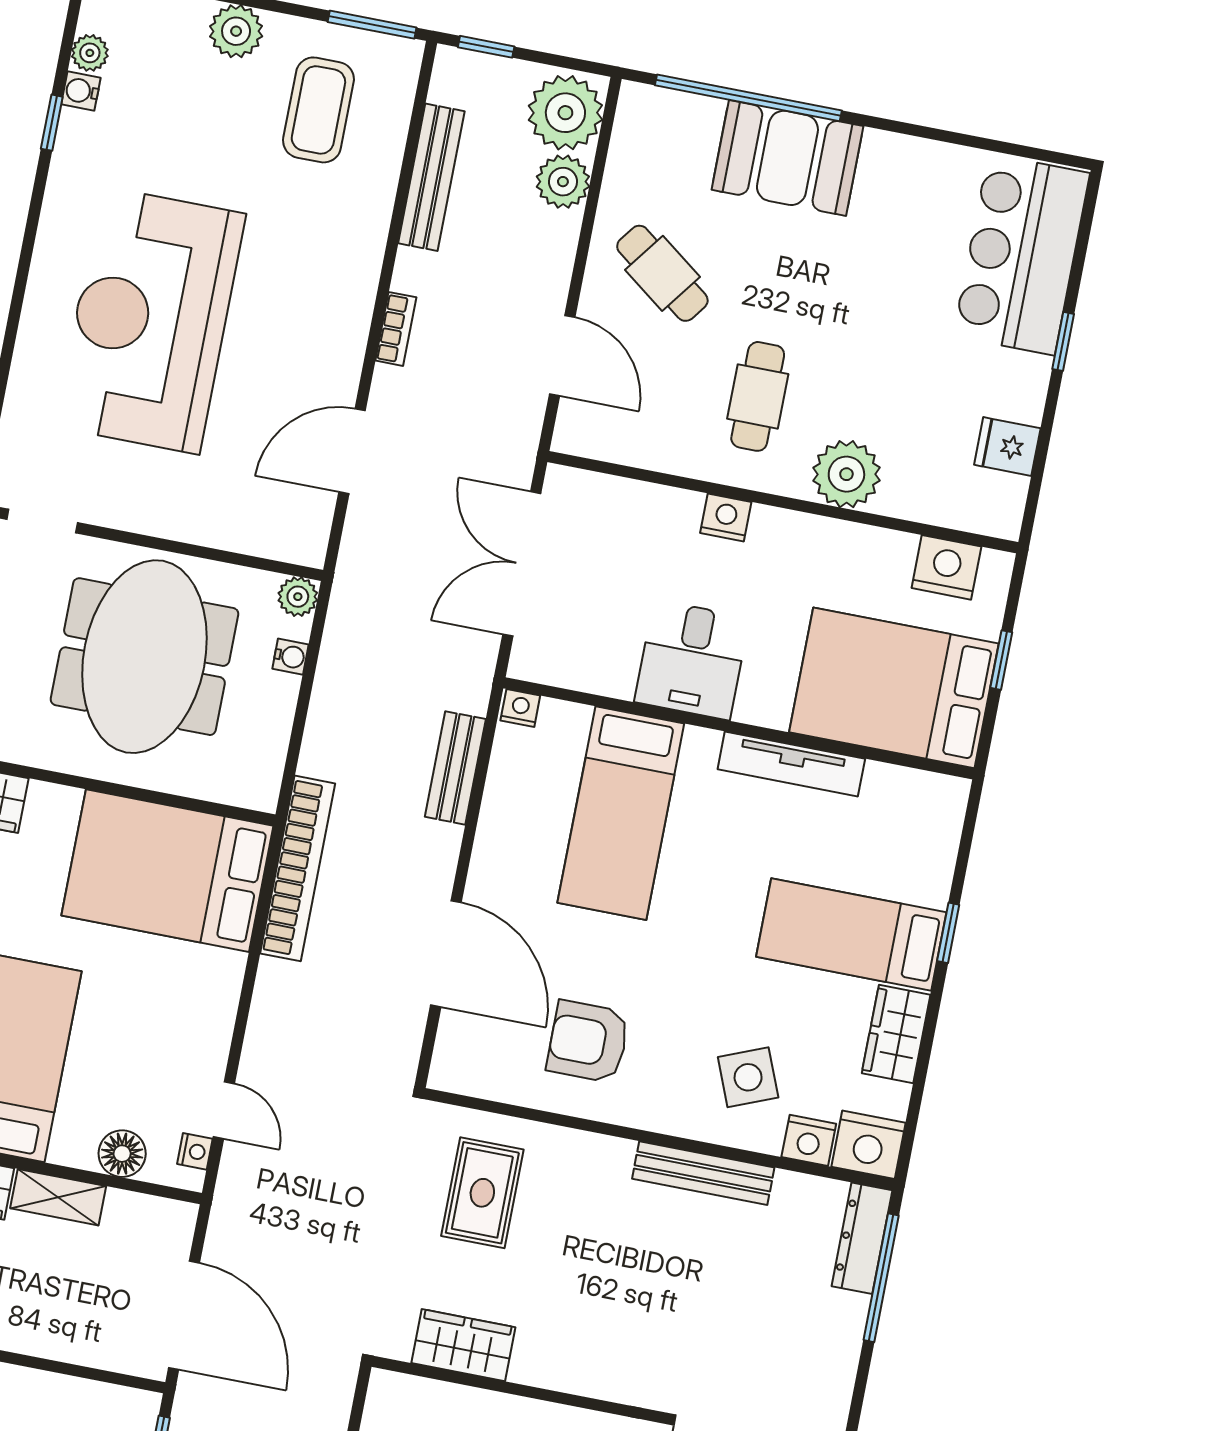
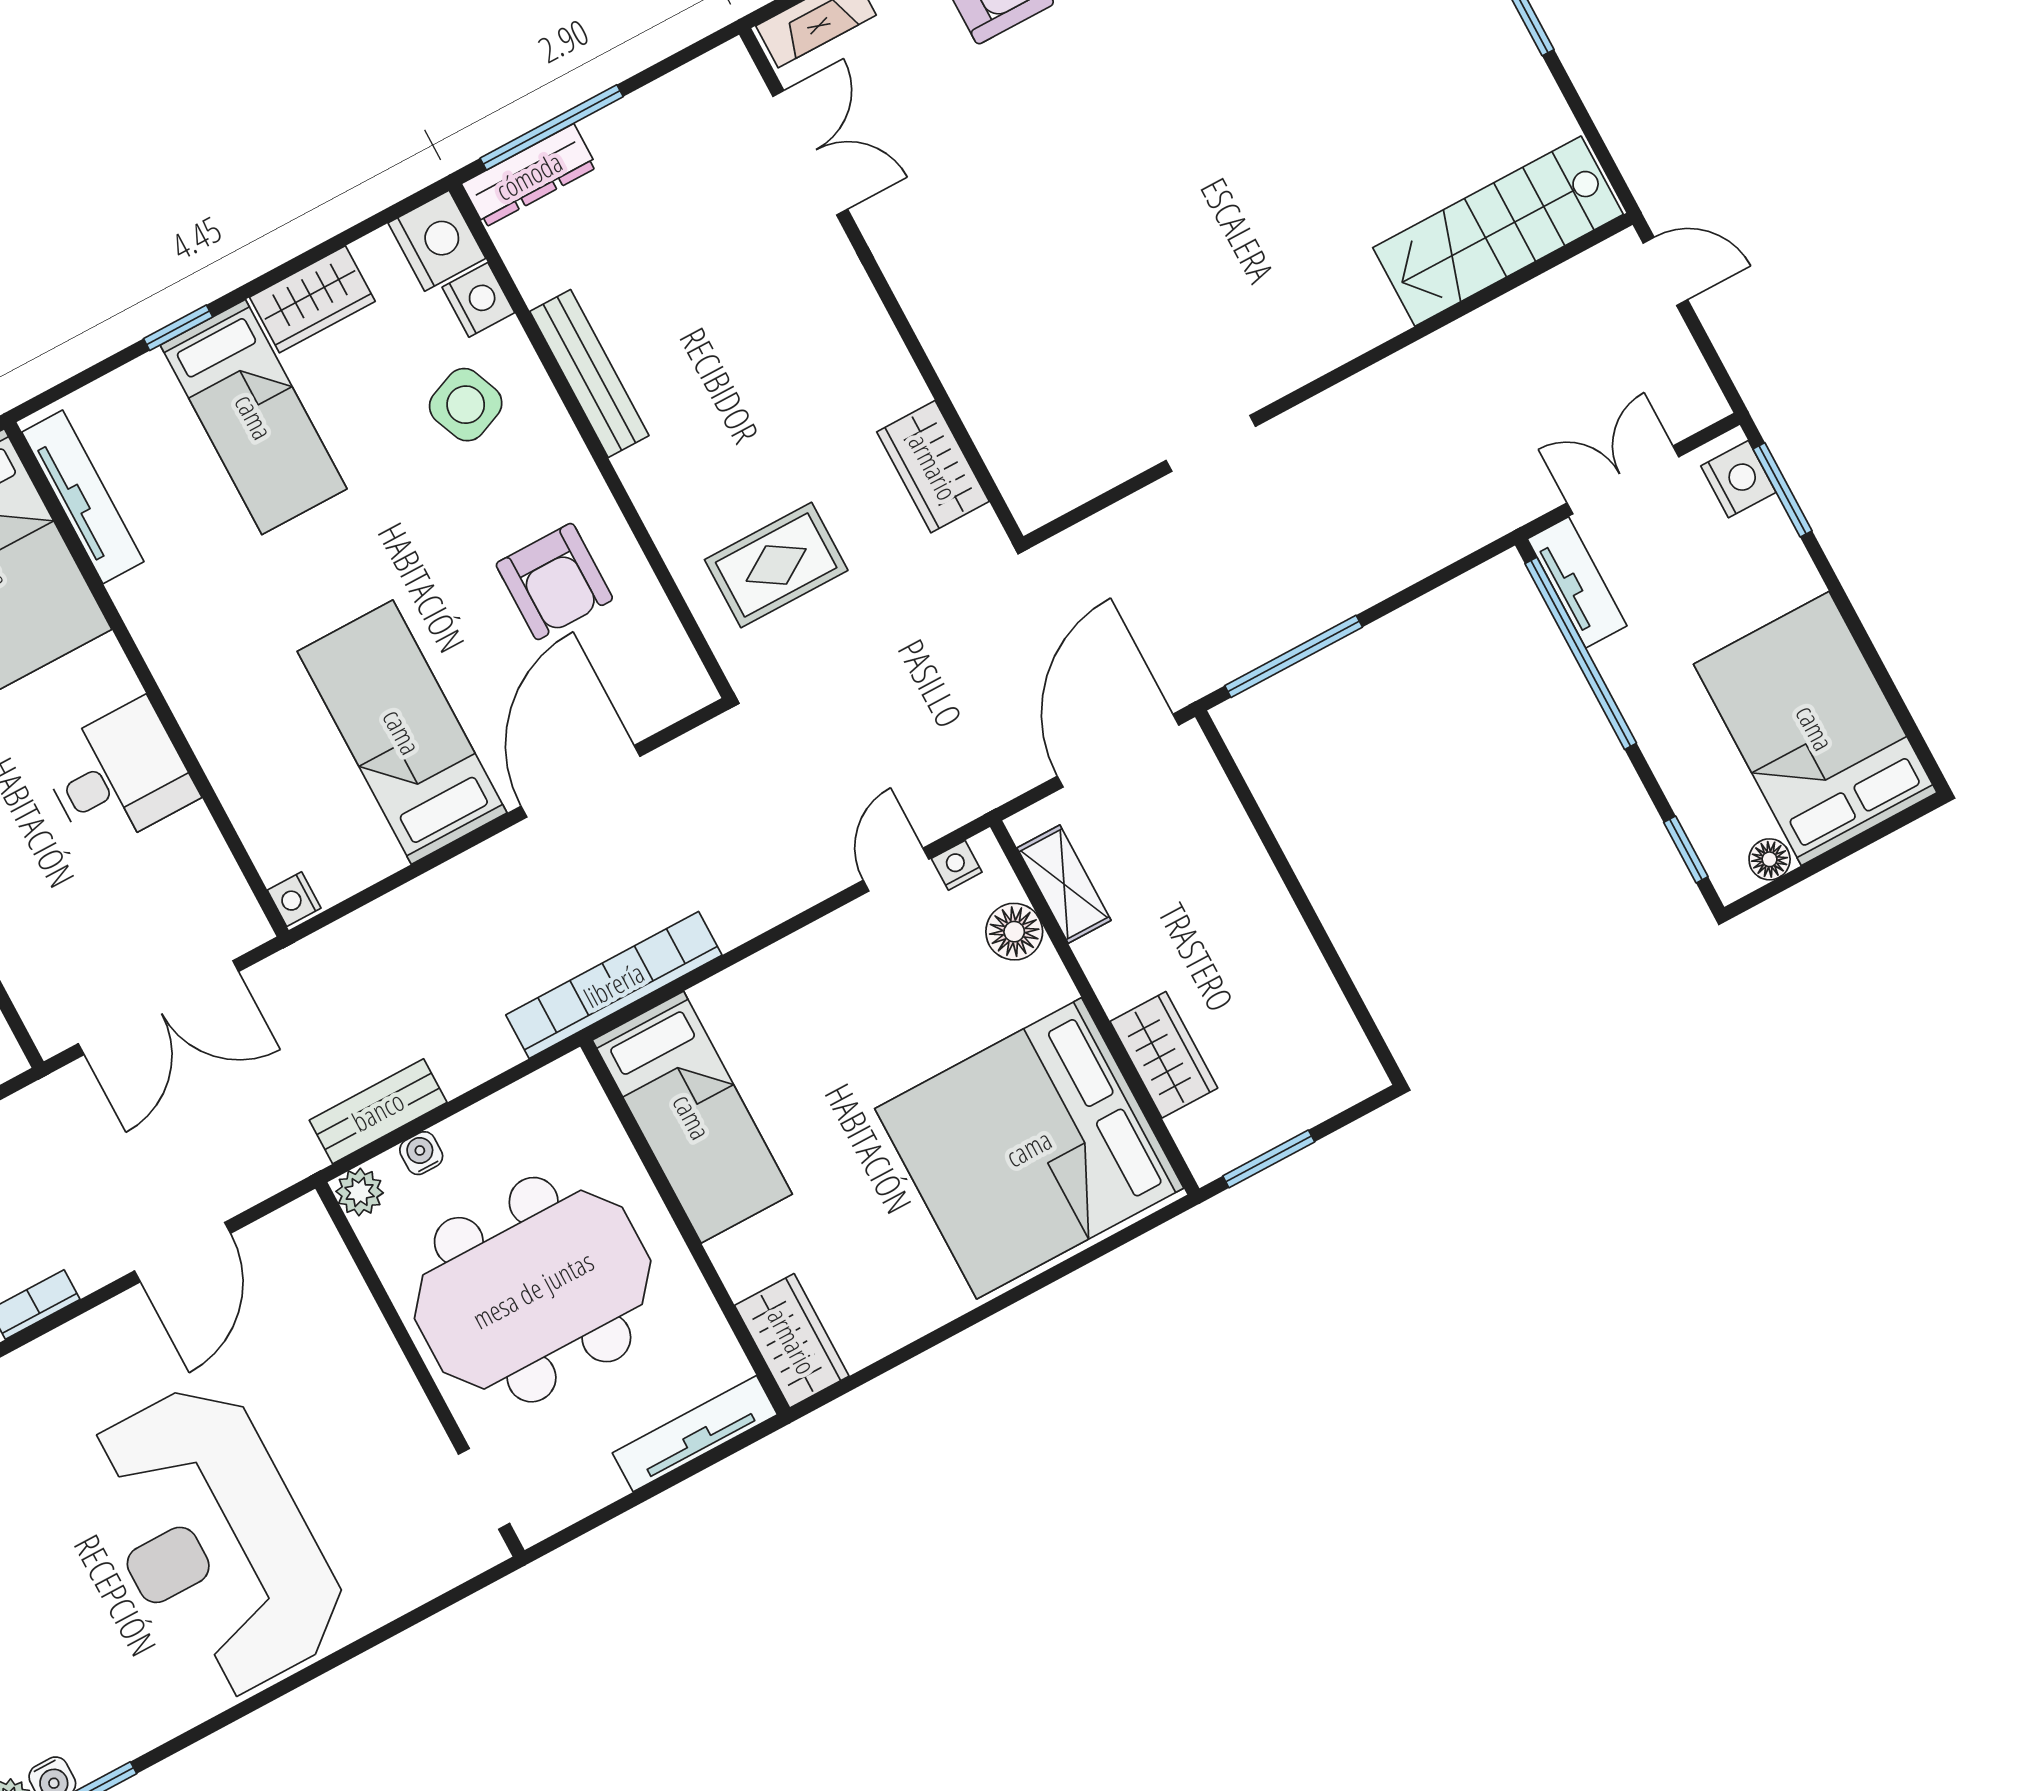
reception desk: (150, 320) -> (214, 1540), turned 90
door: (352, 451) -> (183, 1252), hinge flipped
tv unit: (791, 764) -> (83, 497), moved
bench: (455, 768) -> (378, 1111), moved
bed: (621, 813) -> (402, 732), moved, turned -90
bed: (167, 871) -> (692, 1117), width x0.67
shelving: (58, 1197) -> (1064, 884), moved

